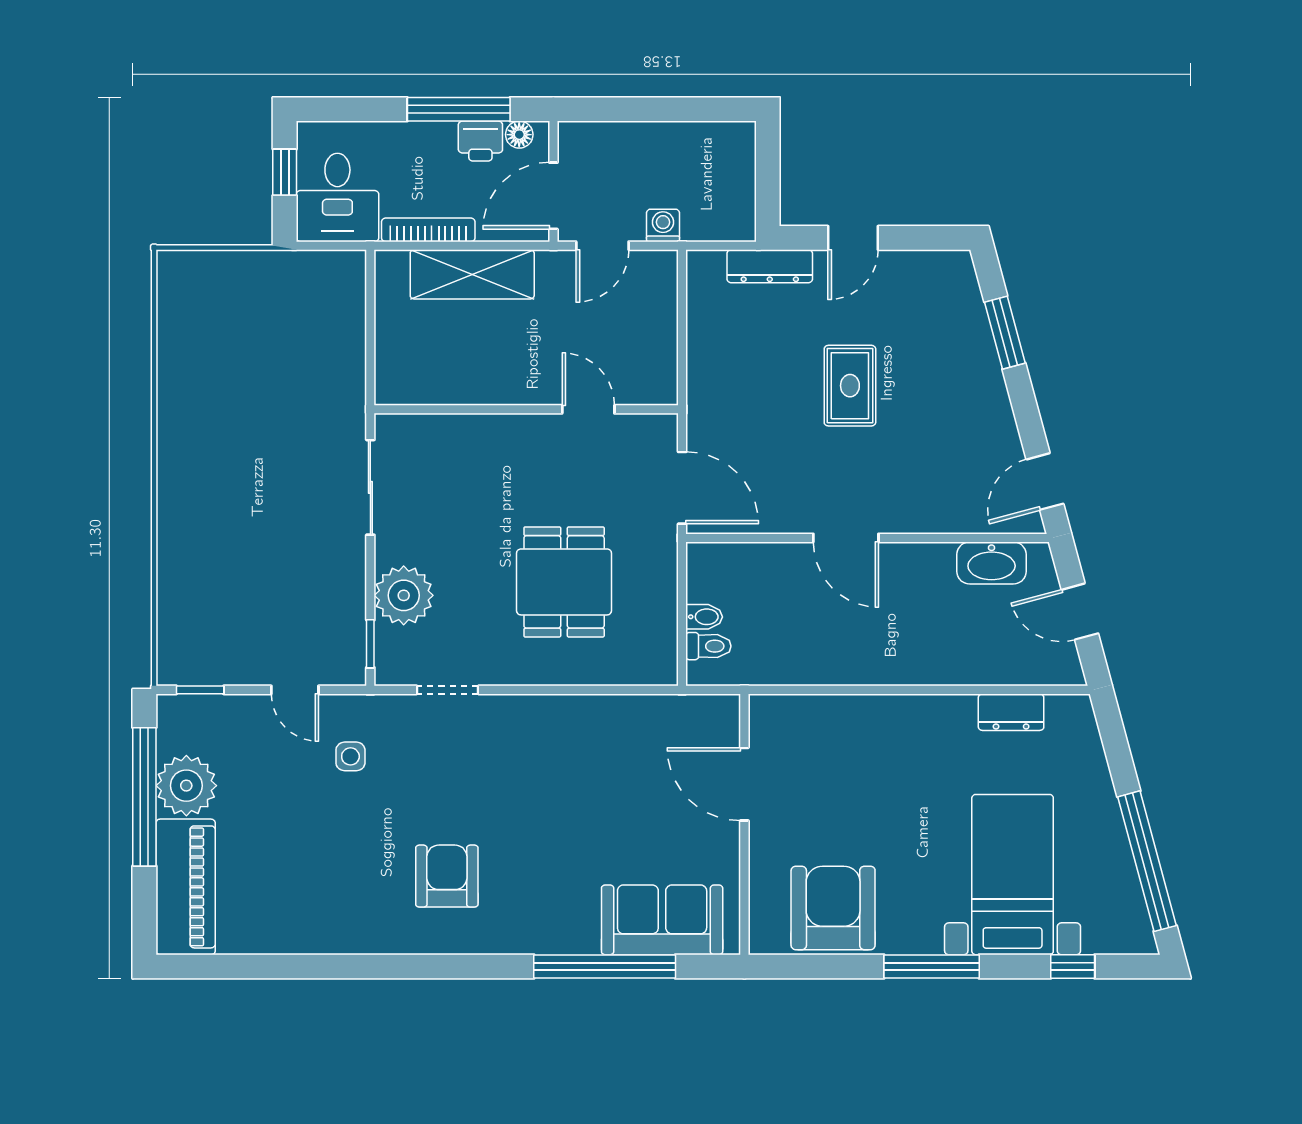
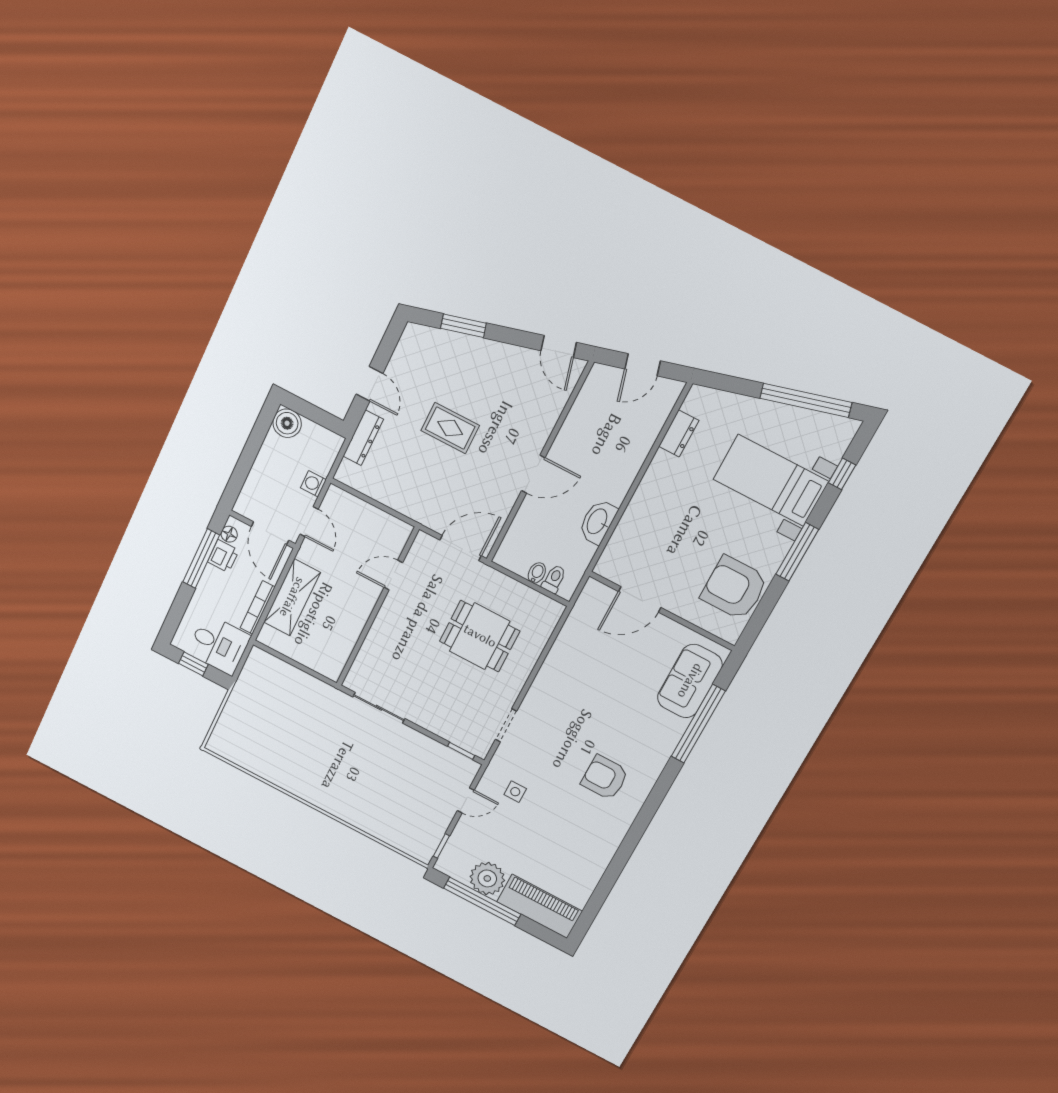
boiler: (733, 144) -> (287, 423), added
washbasin: (992, 563) -> (598, 522), moved, turned 180
plant: (404, 595) -> (444, 721), removed

